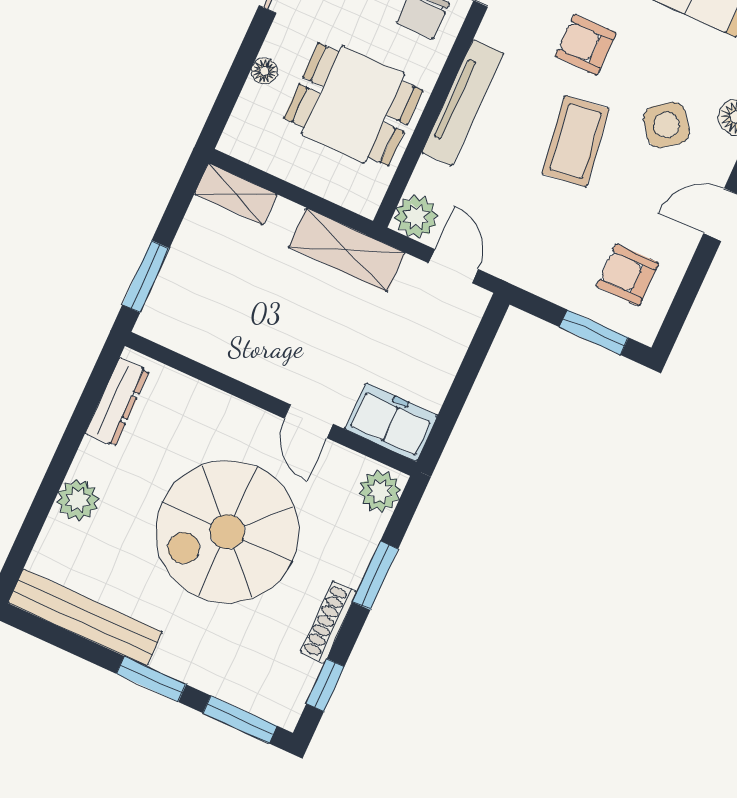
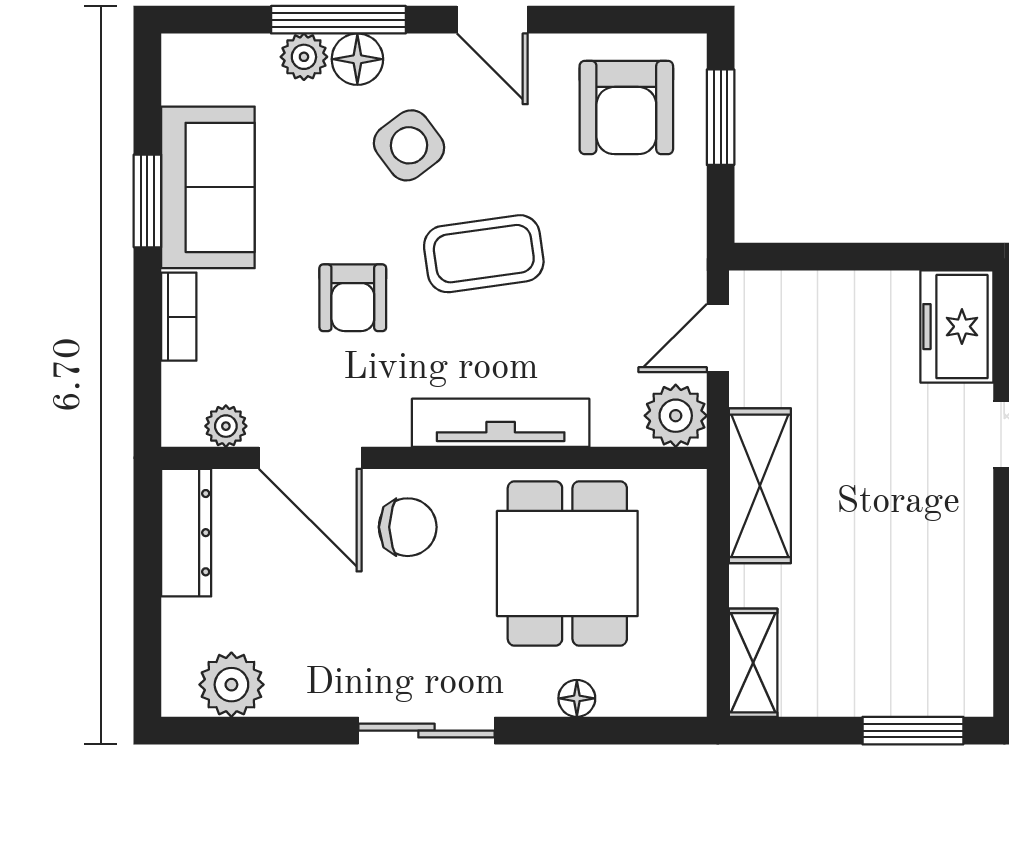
armchair: (627, 275) -> (626, 108), width x1.38, depth x1.38

